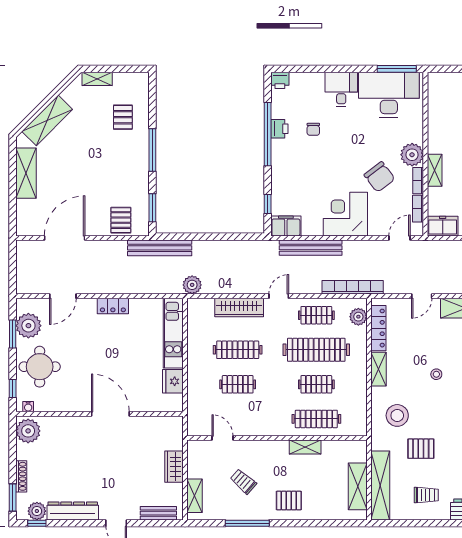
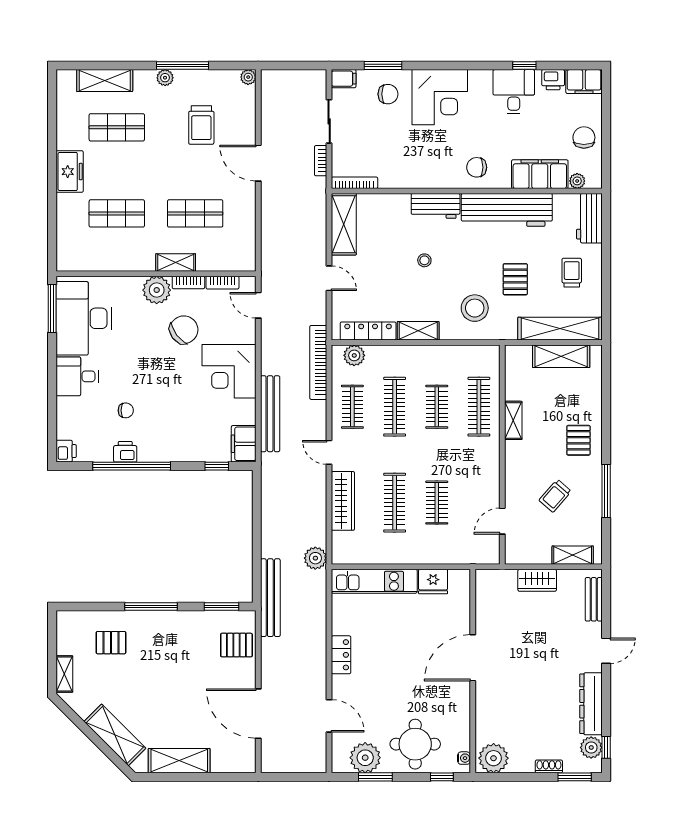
freezer: (443, 226) -> (244, 253), removed
clothes rail: (316, 350) -> (395, 407), width x0.73, depth x0.76
shoe rack: (21, 476) -> (549, 766), width x0.70

